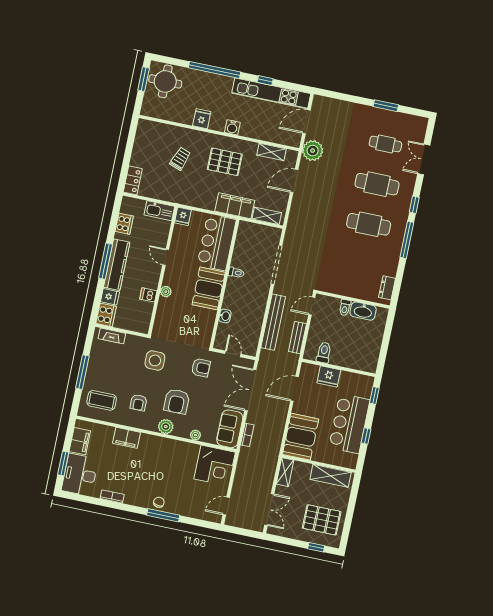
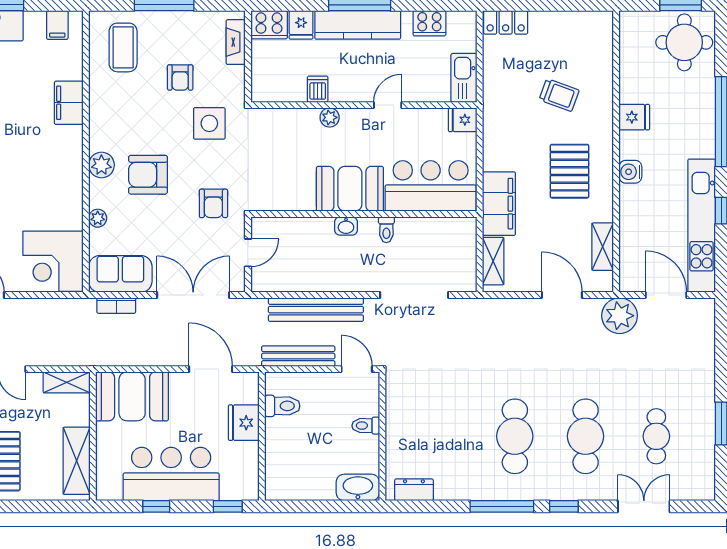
washbasin: (363, 311) -> (358, 487), moved, turned 90
washbasin: (225, 316) -> (346, 226), moved
bench: (297, 338) -> (298, 356), width x1.36
armchair: (139, 403) -> (180, 77), moved, turned -90
filing cabinet: (80, 441) -> (57, 25), width x0.50

